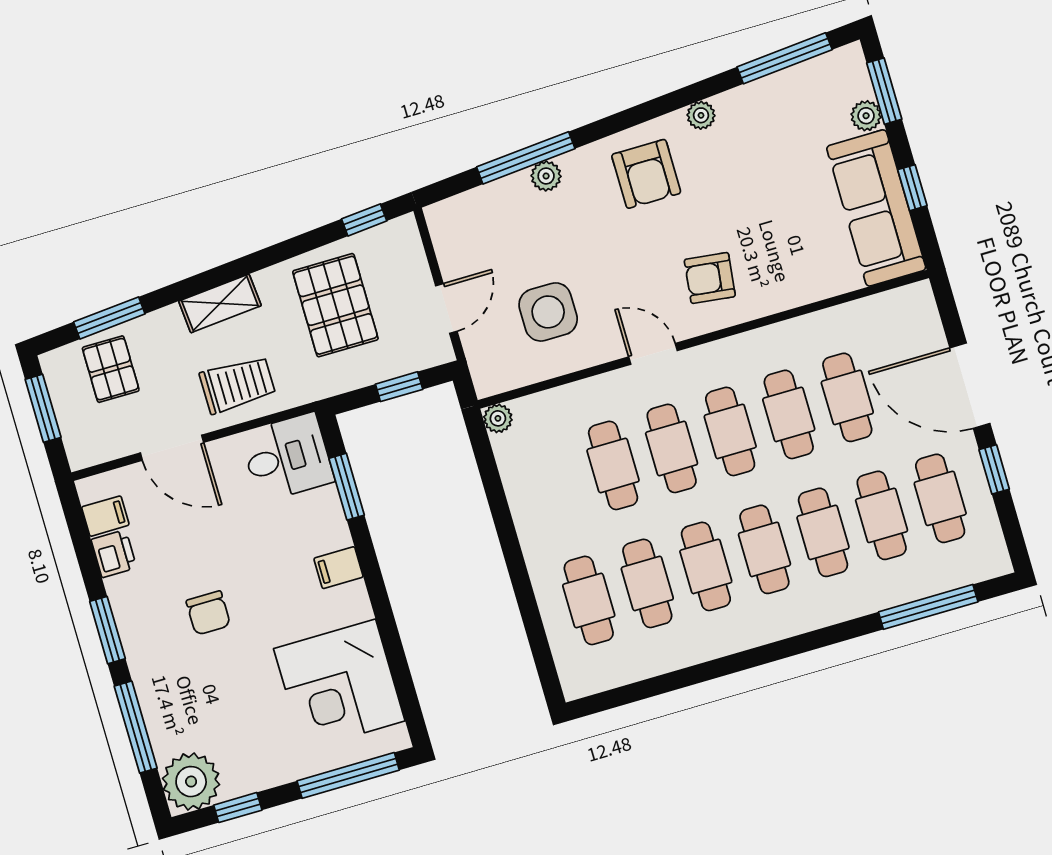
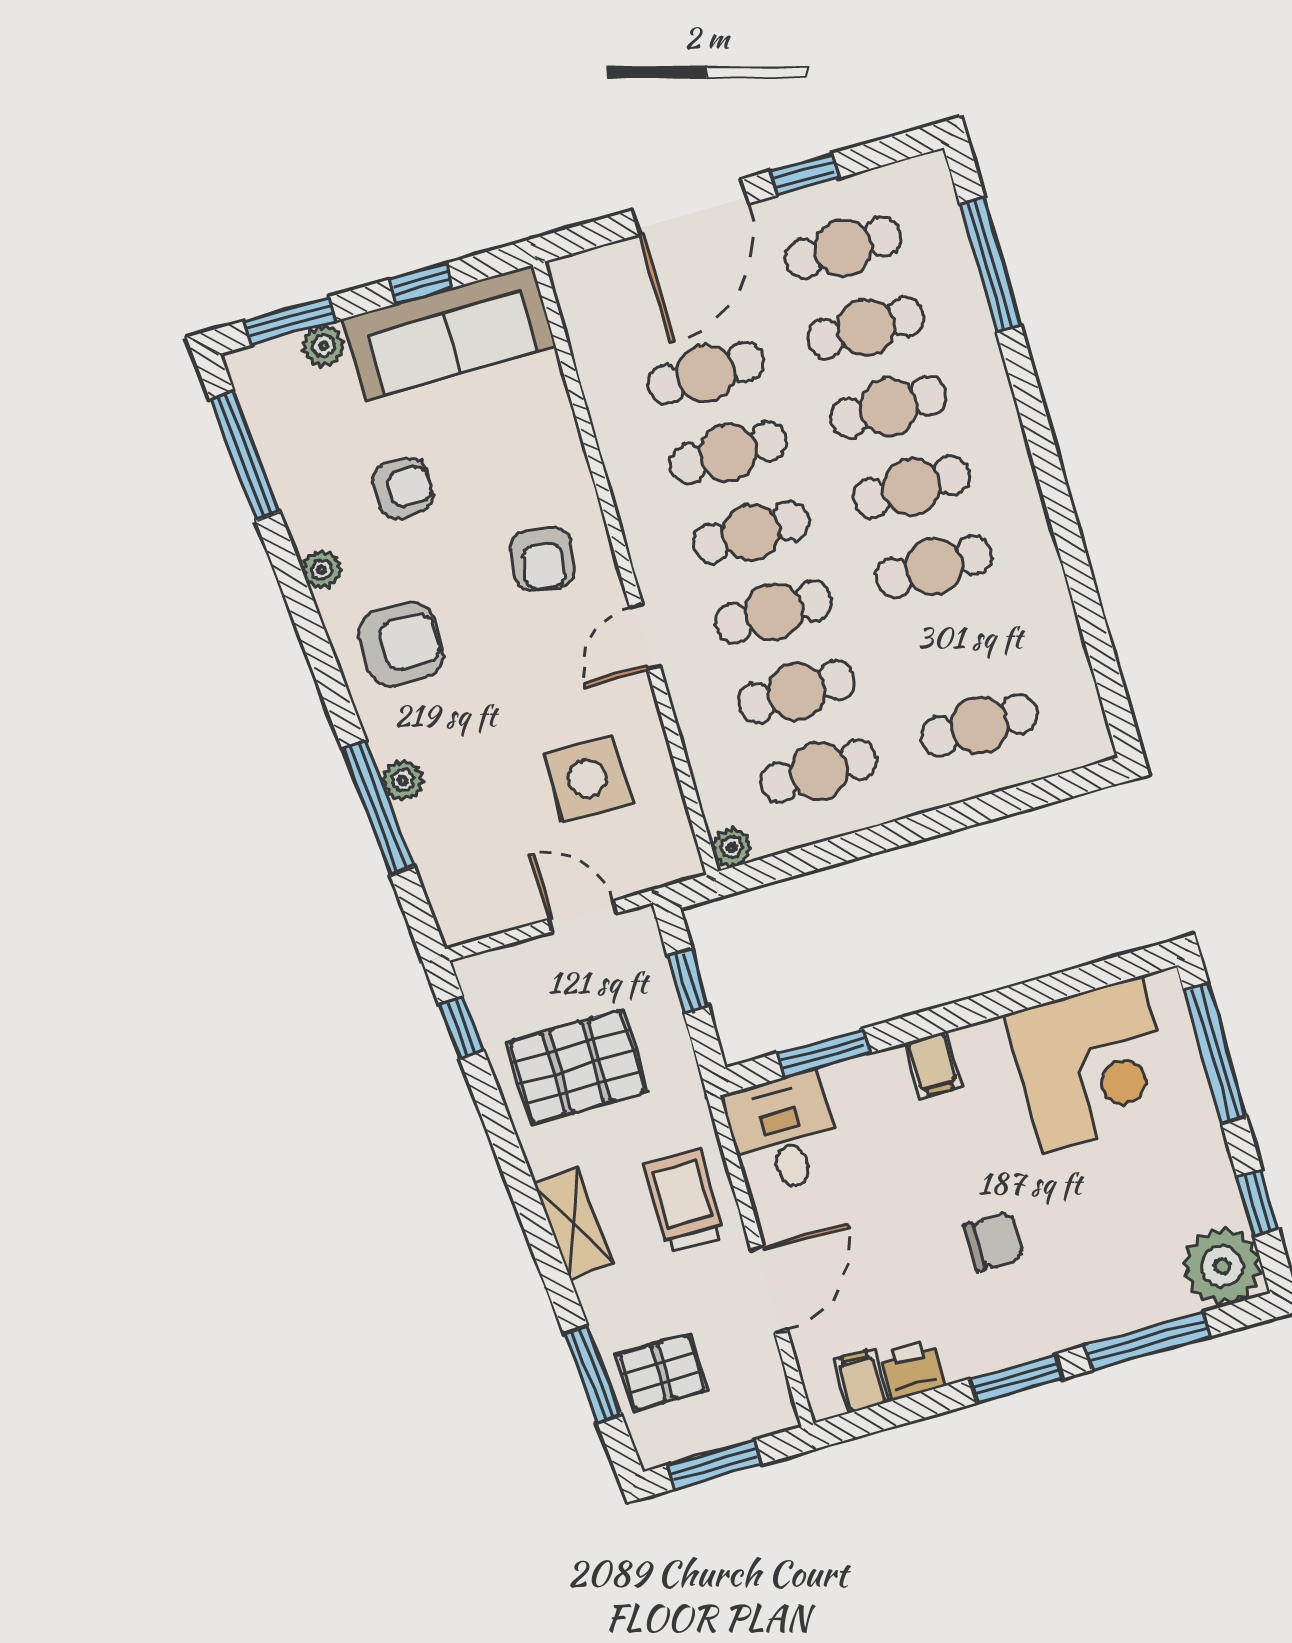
armchair: (761, 175) -> (403, 488), added
cafe table: (647, 583) -> (819, 771), moved

